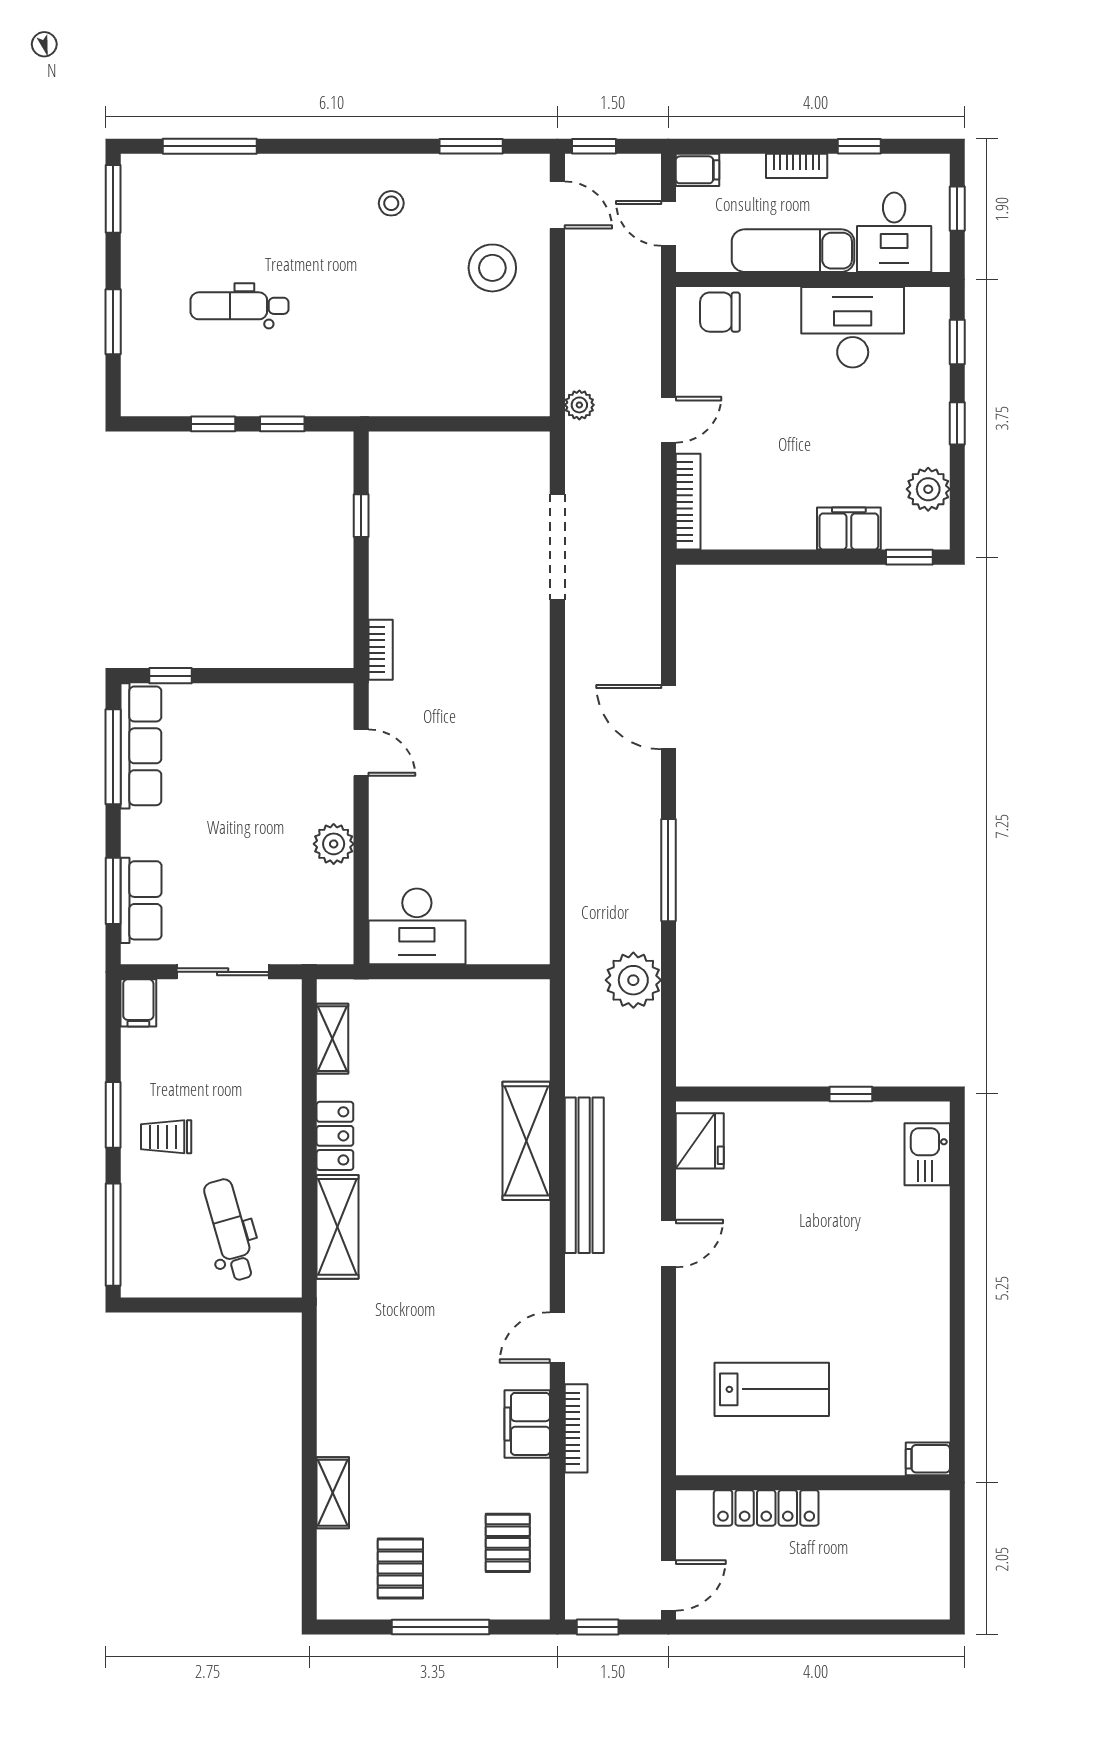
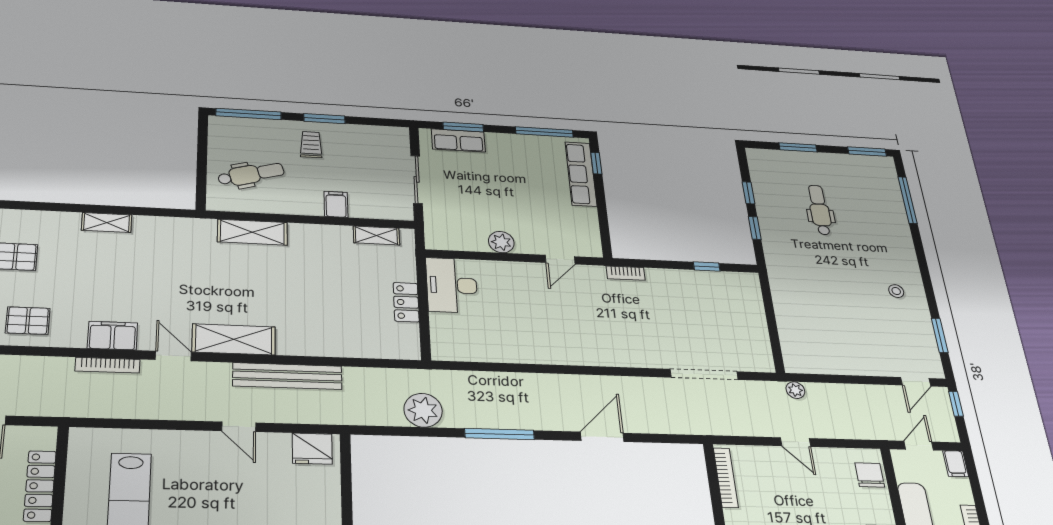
stool: (492, 268) -> (870, 344), removed
bookcase: (688, 502) -> (726, 478), moved, turned -90
row of seats: (141, 746) -> (581, 174), moved, turned 90
filing cabinet: (138, 1003) -> (336, 204), moved, turned 90
locker: (335, 1136) -> (406, 302), moved, turned 90
shelving: (526, 1141) -> (234, 339), moved
shelving: (333, 1493) -> (107, 223), moved

